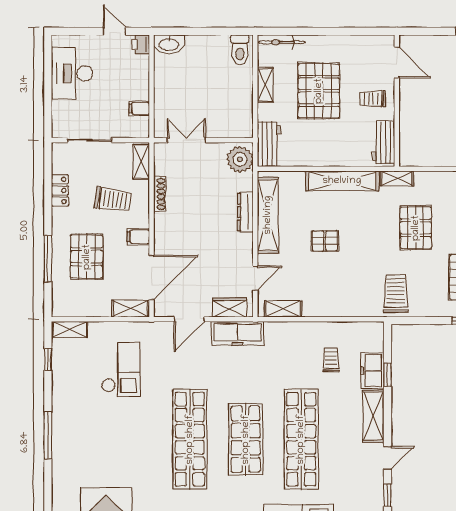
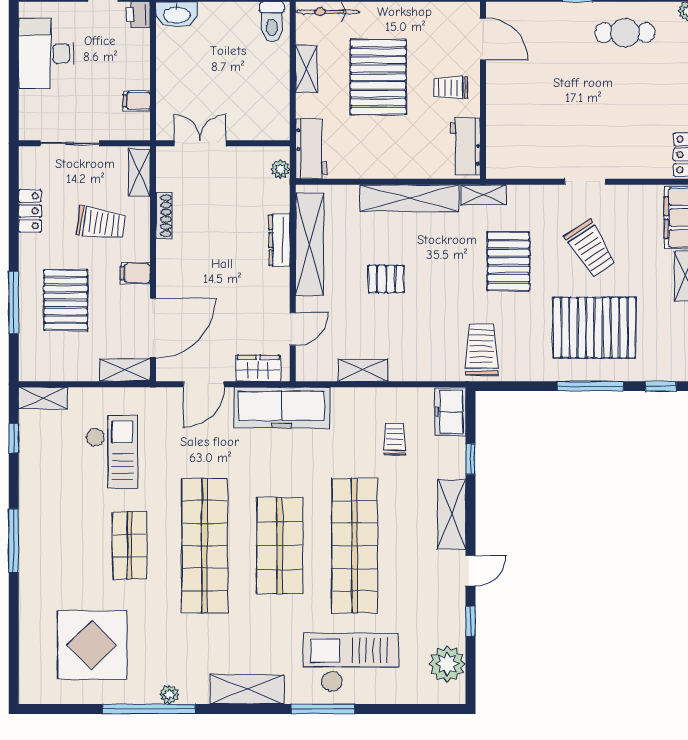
plant: (240, 159) -> (280, 169), width x0.53, depth x0.53
shelving: (283, 309) -> (363, 370), moved
freezer: (238, 333) -> (282, 408), width x1.36, depth x1.26
freezer: (372, 371) -> (450, 412), moved
shop shelf: (134, 439) -> (130, 546), added

